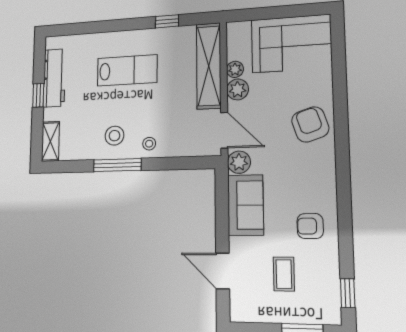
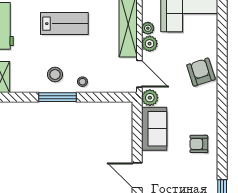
coffee table: (284, 274) -> (180, 177), removed

